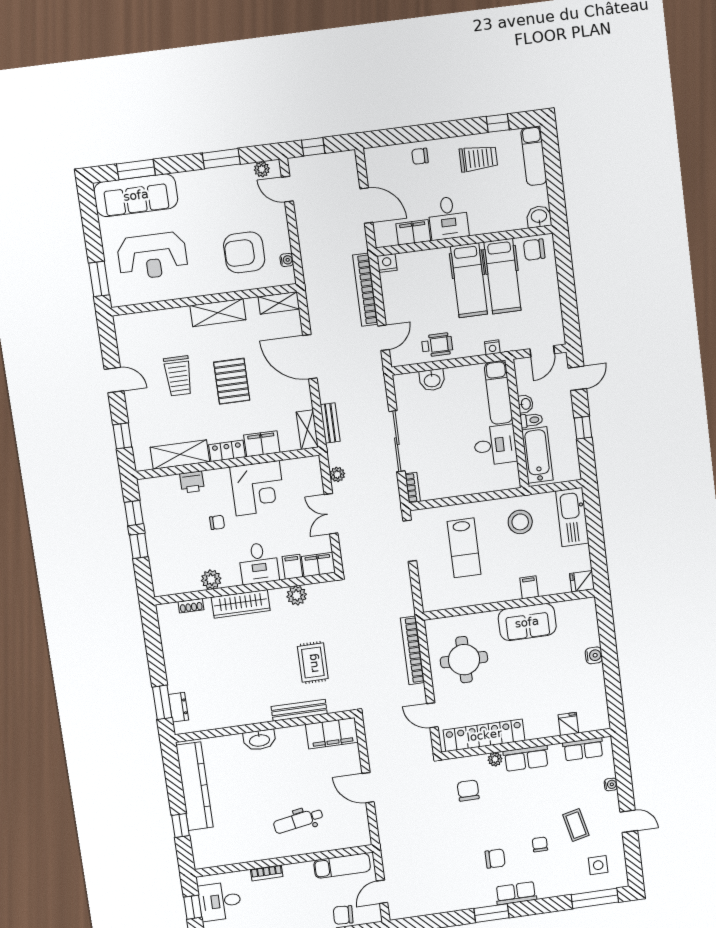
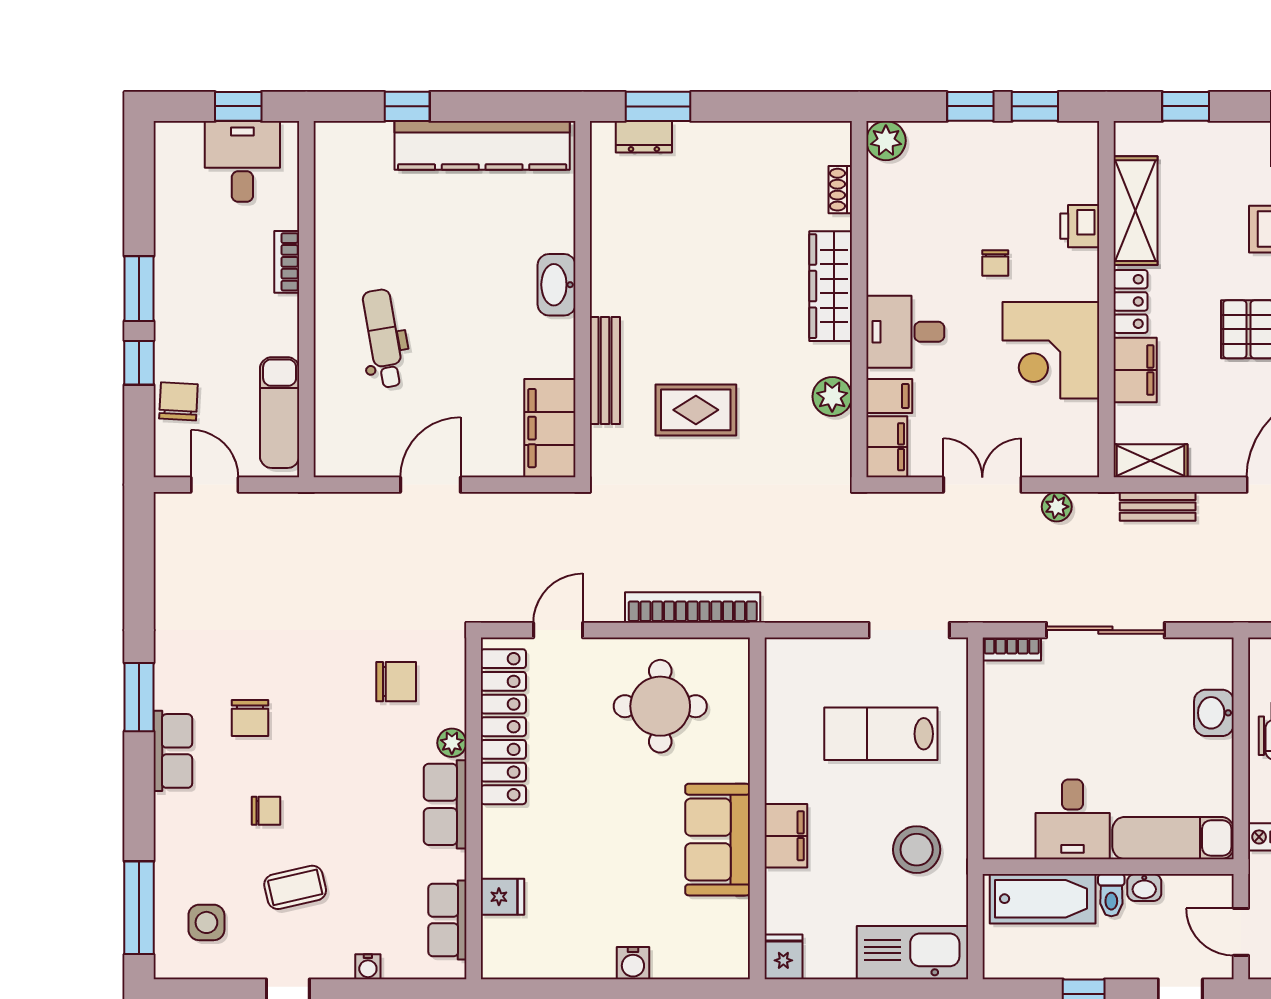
plant: (211, 580) -> (886, 141), moved
filing cabinet: (529, 587) -> (786, 836), width x2.00

